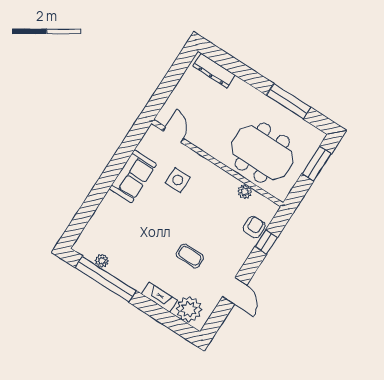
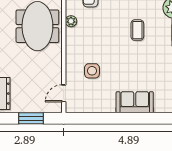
window: (169, 83) -> (31, 118), added
sofa: (133, 176) -> (135, 102), moved

